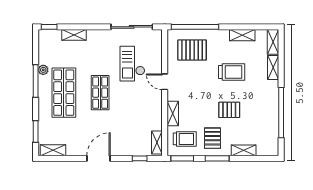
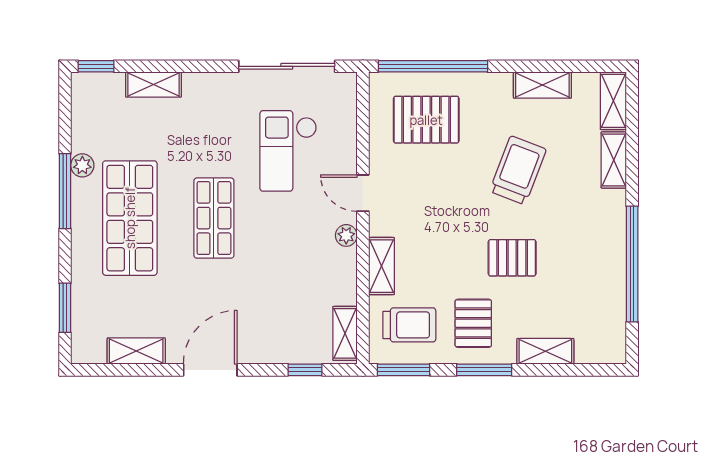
trolley: (232, 72) -> (518, 170), turned -69
plant: (157, 100) -> (346, 235), added
shelving: (53, 150) -> (136, 351), moved

